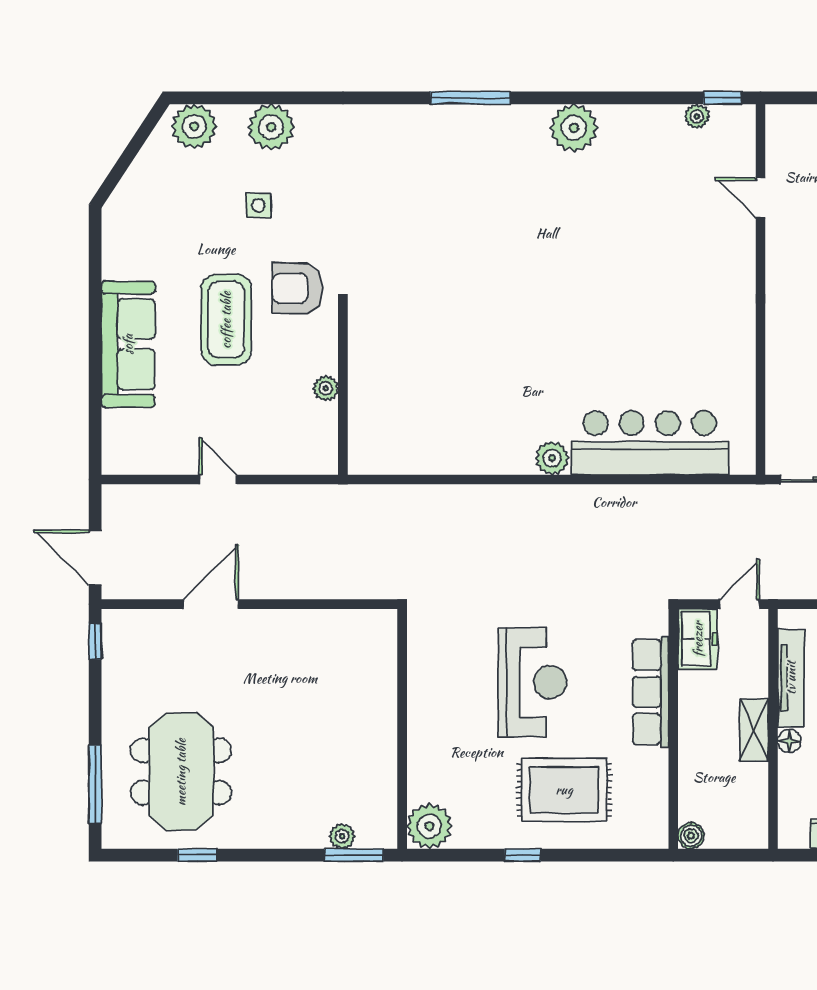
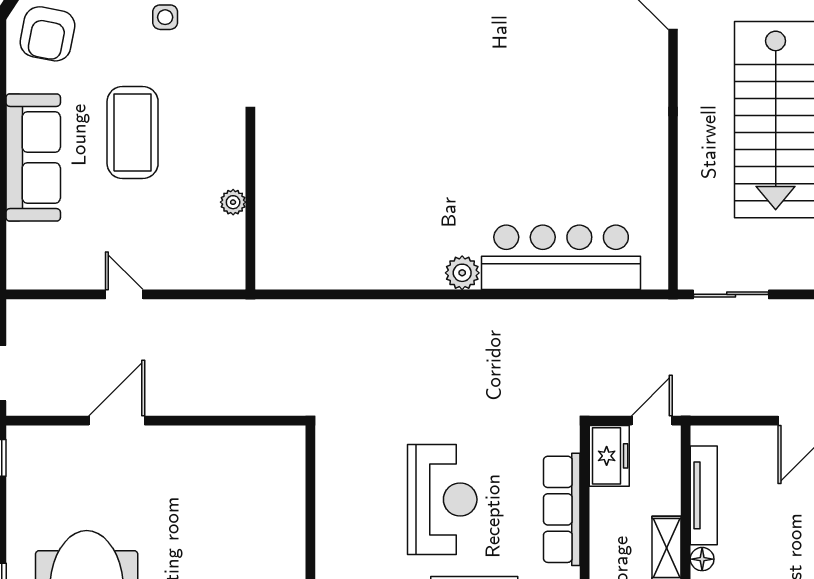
armchair: (297, 288) -> (47, 34), moved, turned -79

